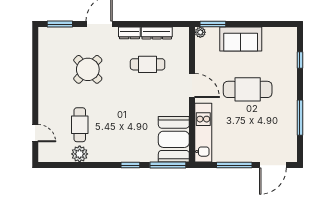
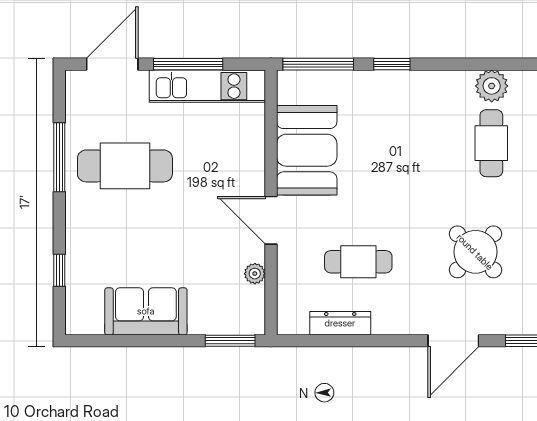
plant: (200, 32) -> (255, 274), moved
dresser: (129, 33) -> (394, 323), removed
sofa: (241, 39) -> (146, 311), moved
cafe table: (248, 89) -> (125, 166), moved
kitchen unit: (203, 133) -> (207, 86), moved, turned -90
booth: (174, 139) -> (307, 150), moved

